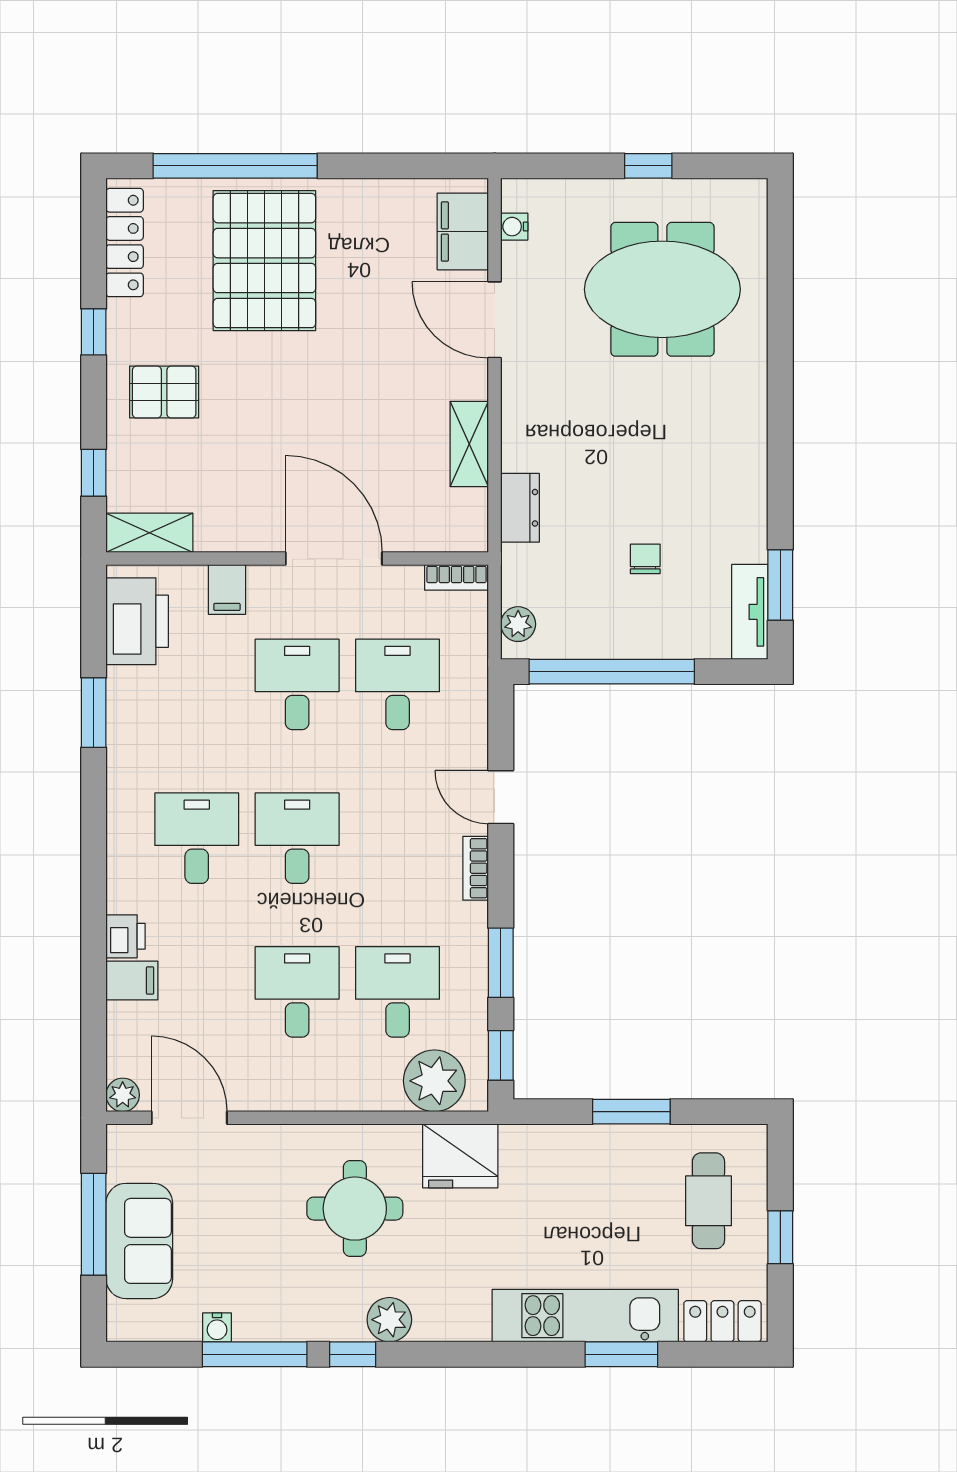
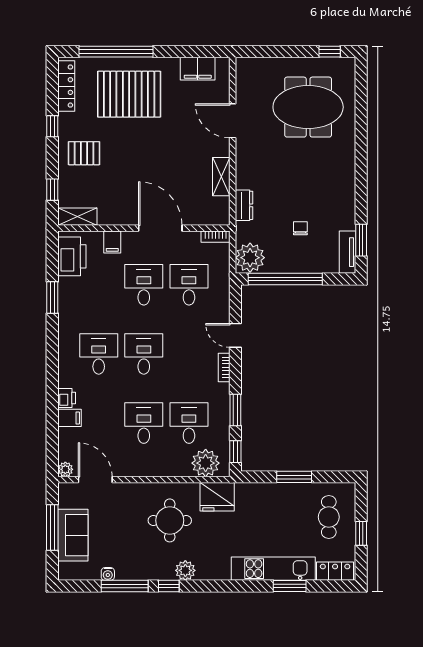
window: (648, 166) -> (330, 52), moved
water cooler: (514, 227) -> (241, 79), removed
filing cabinet: (463, 231) -> (198, 69), moved, turned -90
pallet: (264, 261) -> (129, 94), turned 90
plant: (518, 624) -> (250, 258), width x1.88, depth x1.88

